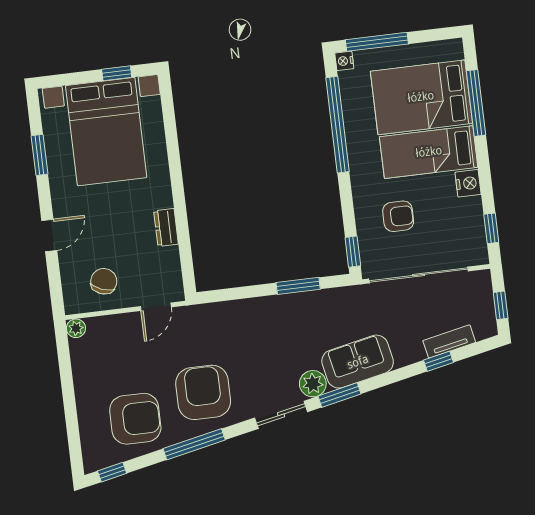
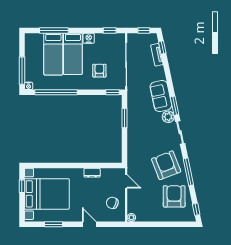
bed: (421, 97) -> (53, 54), width x0.67
window: (439, 361) -> (162, 47), moved
armchair: (203, 392) -> (166, 165), turned 69

